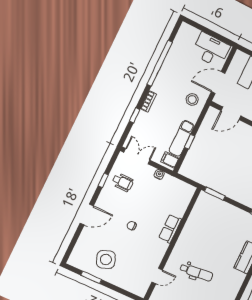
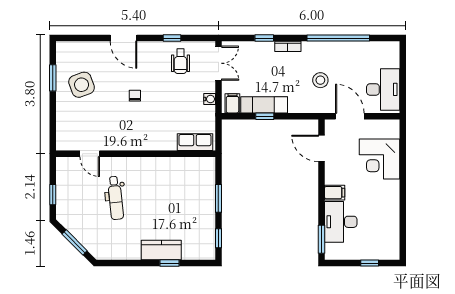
stool: (192, 99) -> (320, 80), moved
window: (215, 194) -> (218, 198), moved
row of seats: (170, 229) -> (195, 142), moved

